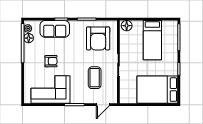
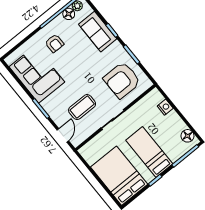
nightstand: (138, 25) -> (165, 107), added
floor lamp: (127, 26) -> (187, 136), moved
bed: (152, 40) -> (149, 152), moved, turned 90
armchair: (51, 61) -> (54, 43), moved
door: (103, 105) -> (63, 135), swing flipped

